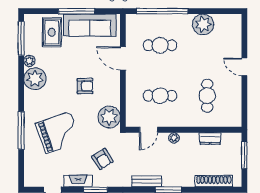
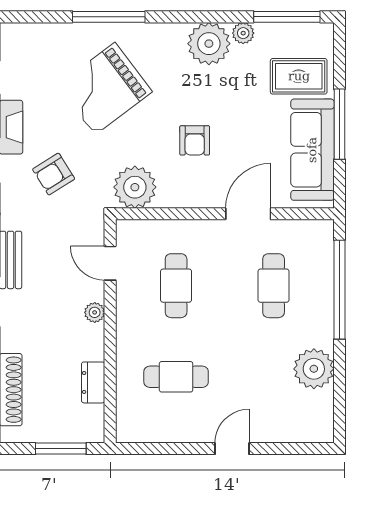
grand piano: (58, 133) -> (105, 89), turned 72

